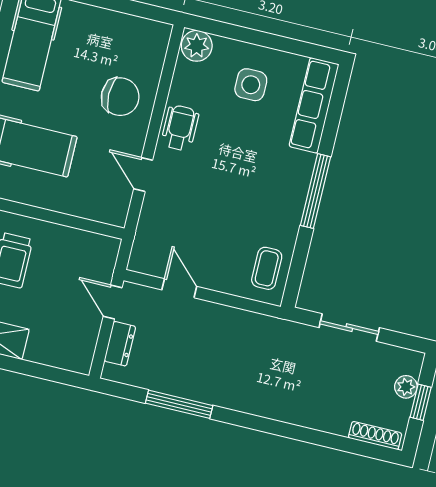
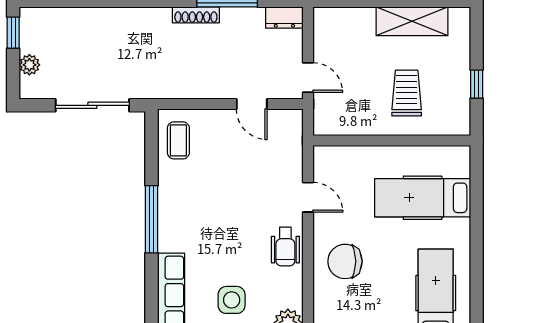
sliding door: (349, 328) -> (92, 105), width x1.37
dresser: (120, 344) -> (284, 18), moved, turned -90
window: (421, 402) -> (13, 33), moved
shoe rack: (375, 436) -> (196, 15), moved

